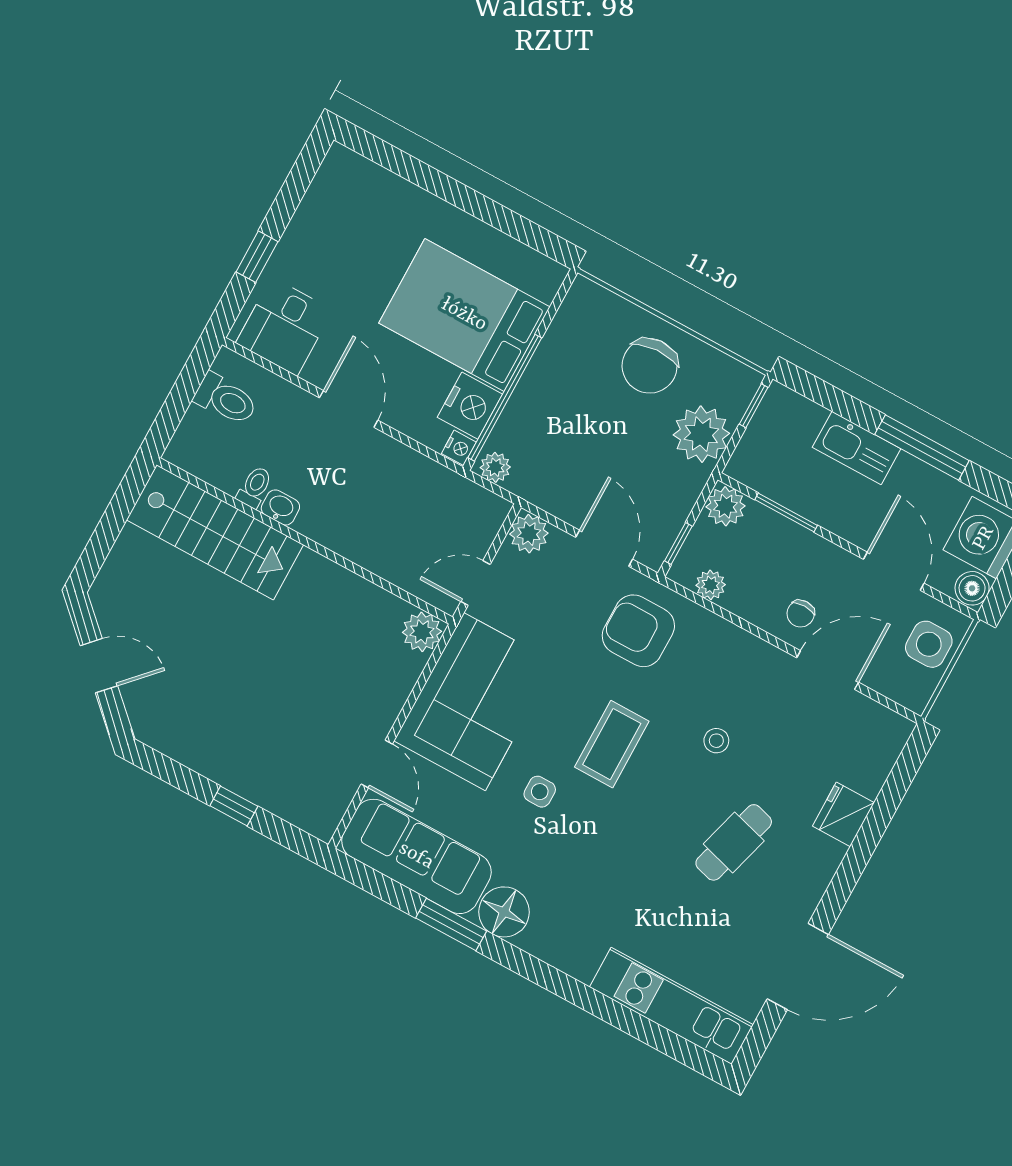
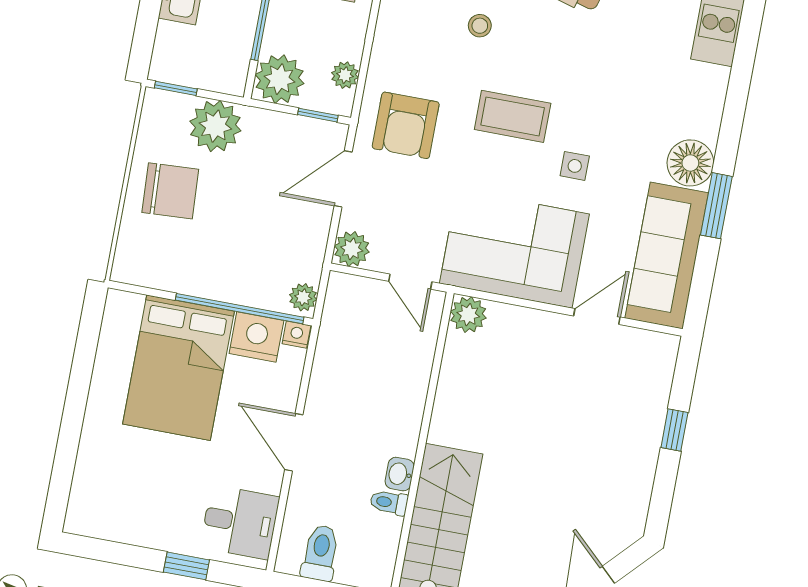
door: (349, 409) -> (294, 442), hinge flipped
plant: (725, 506) -> (280, 79), width x1.36, depth x1.36

